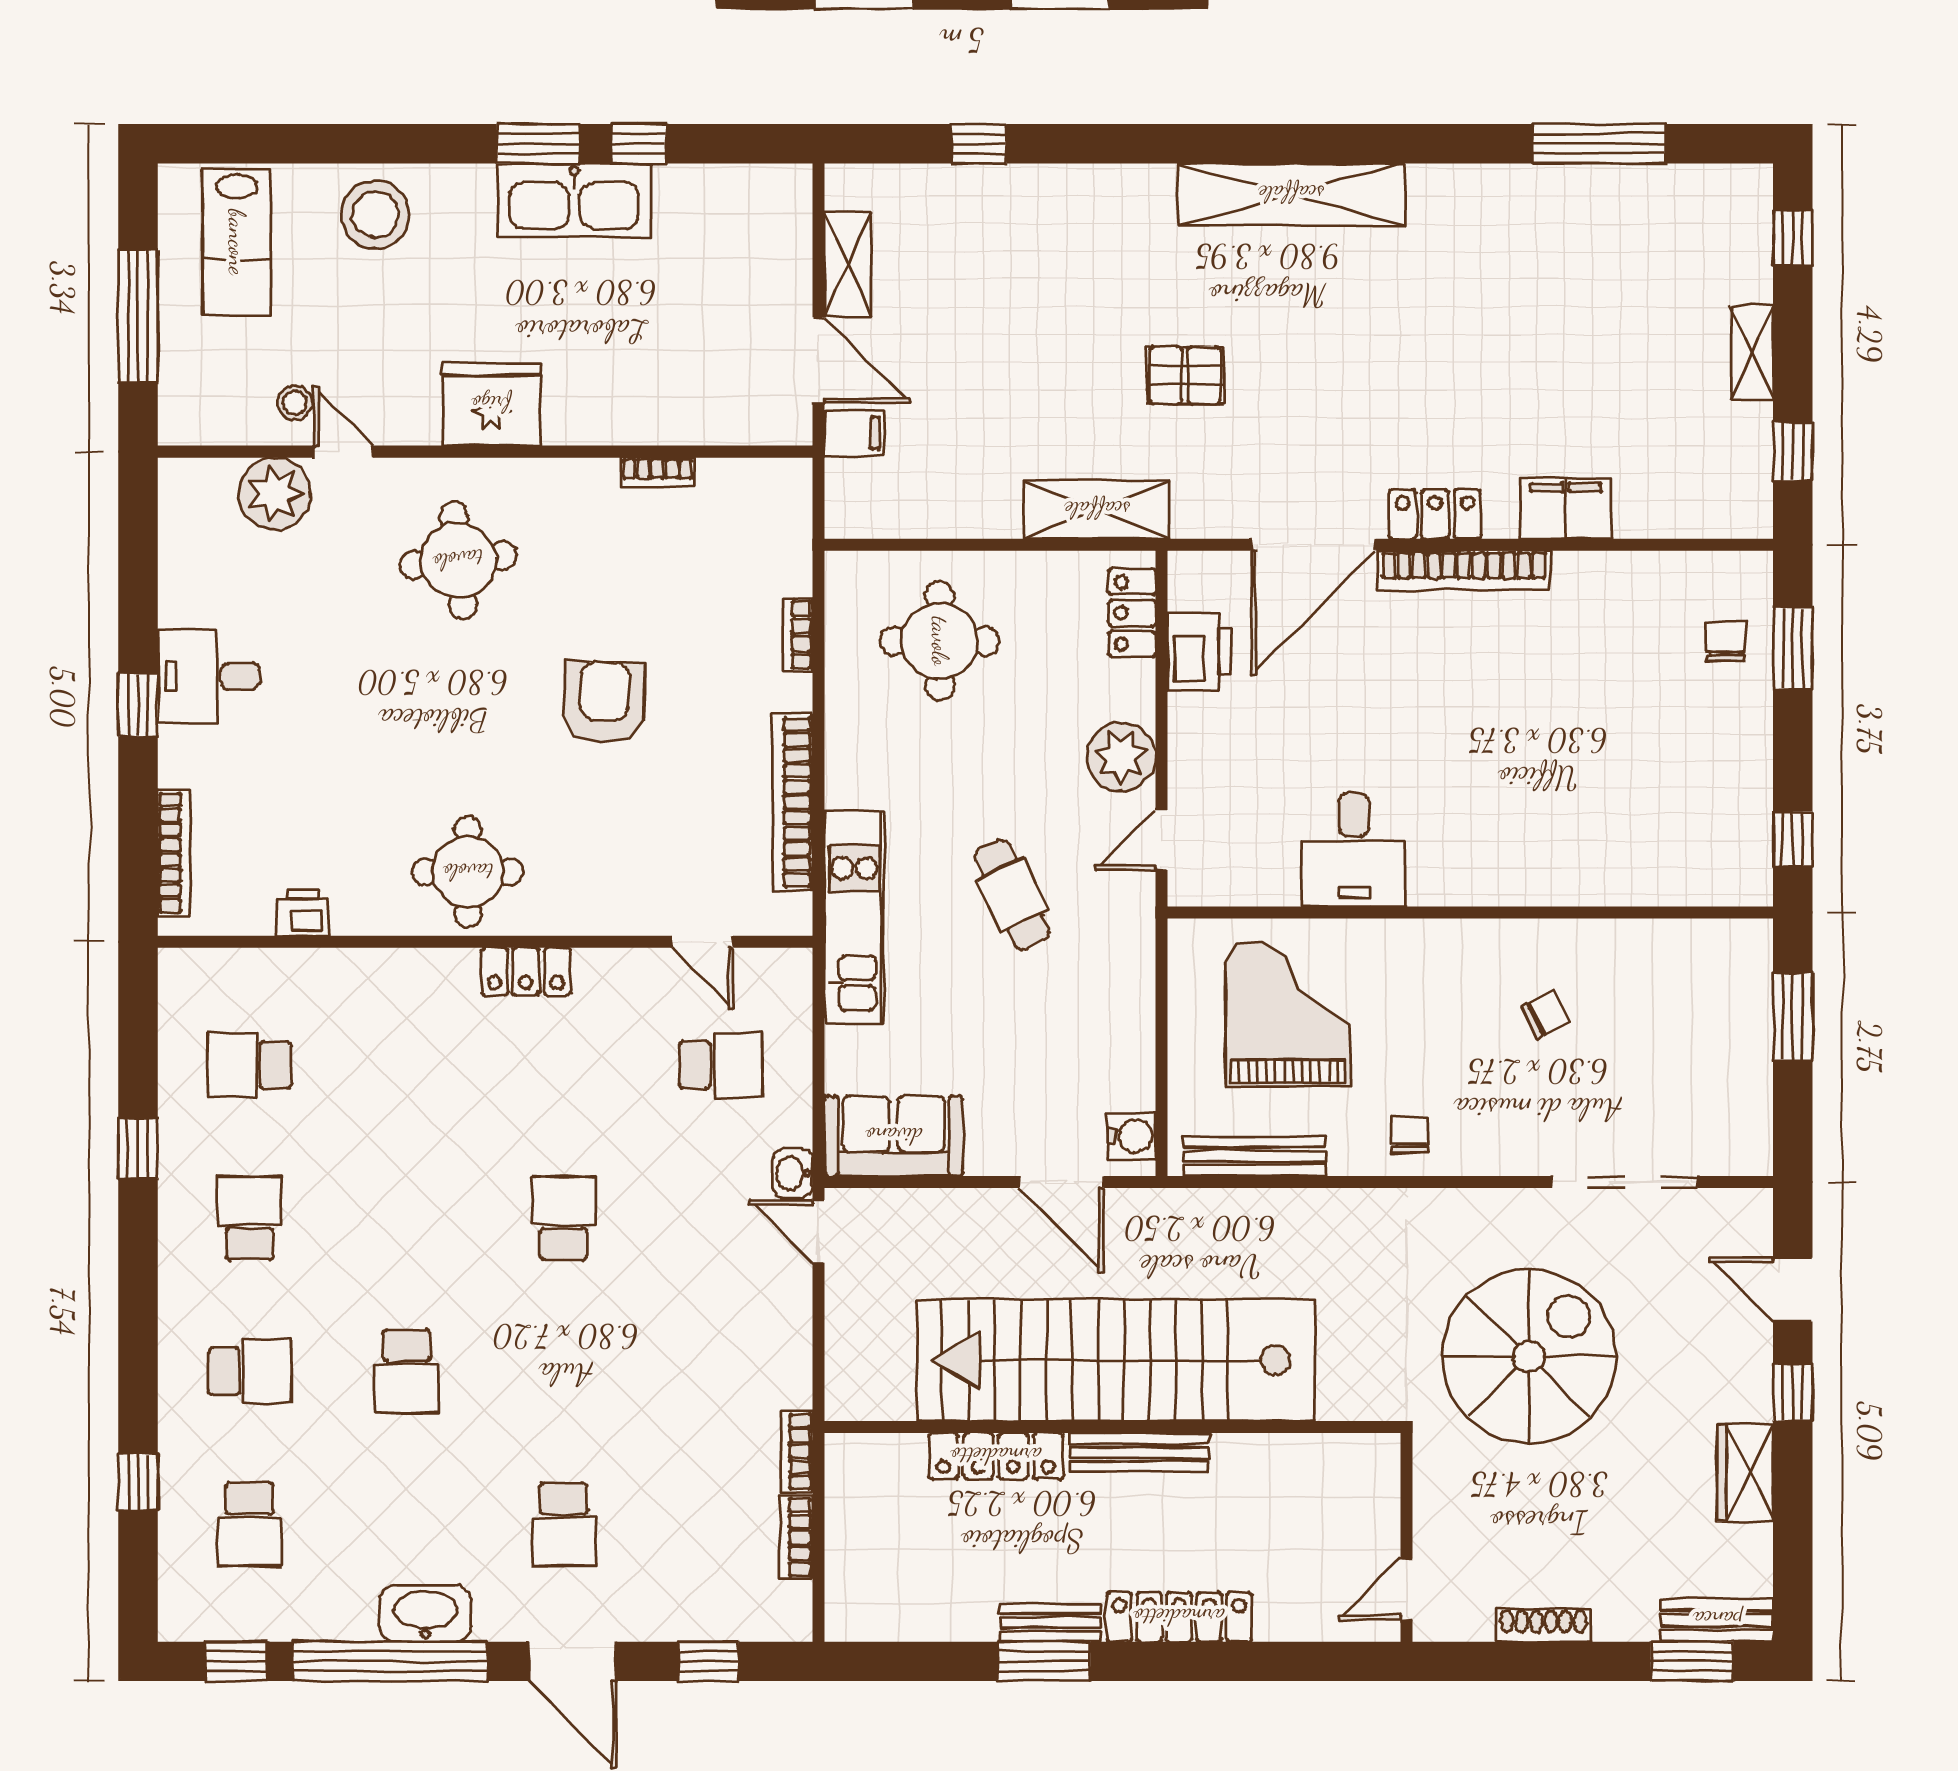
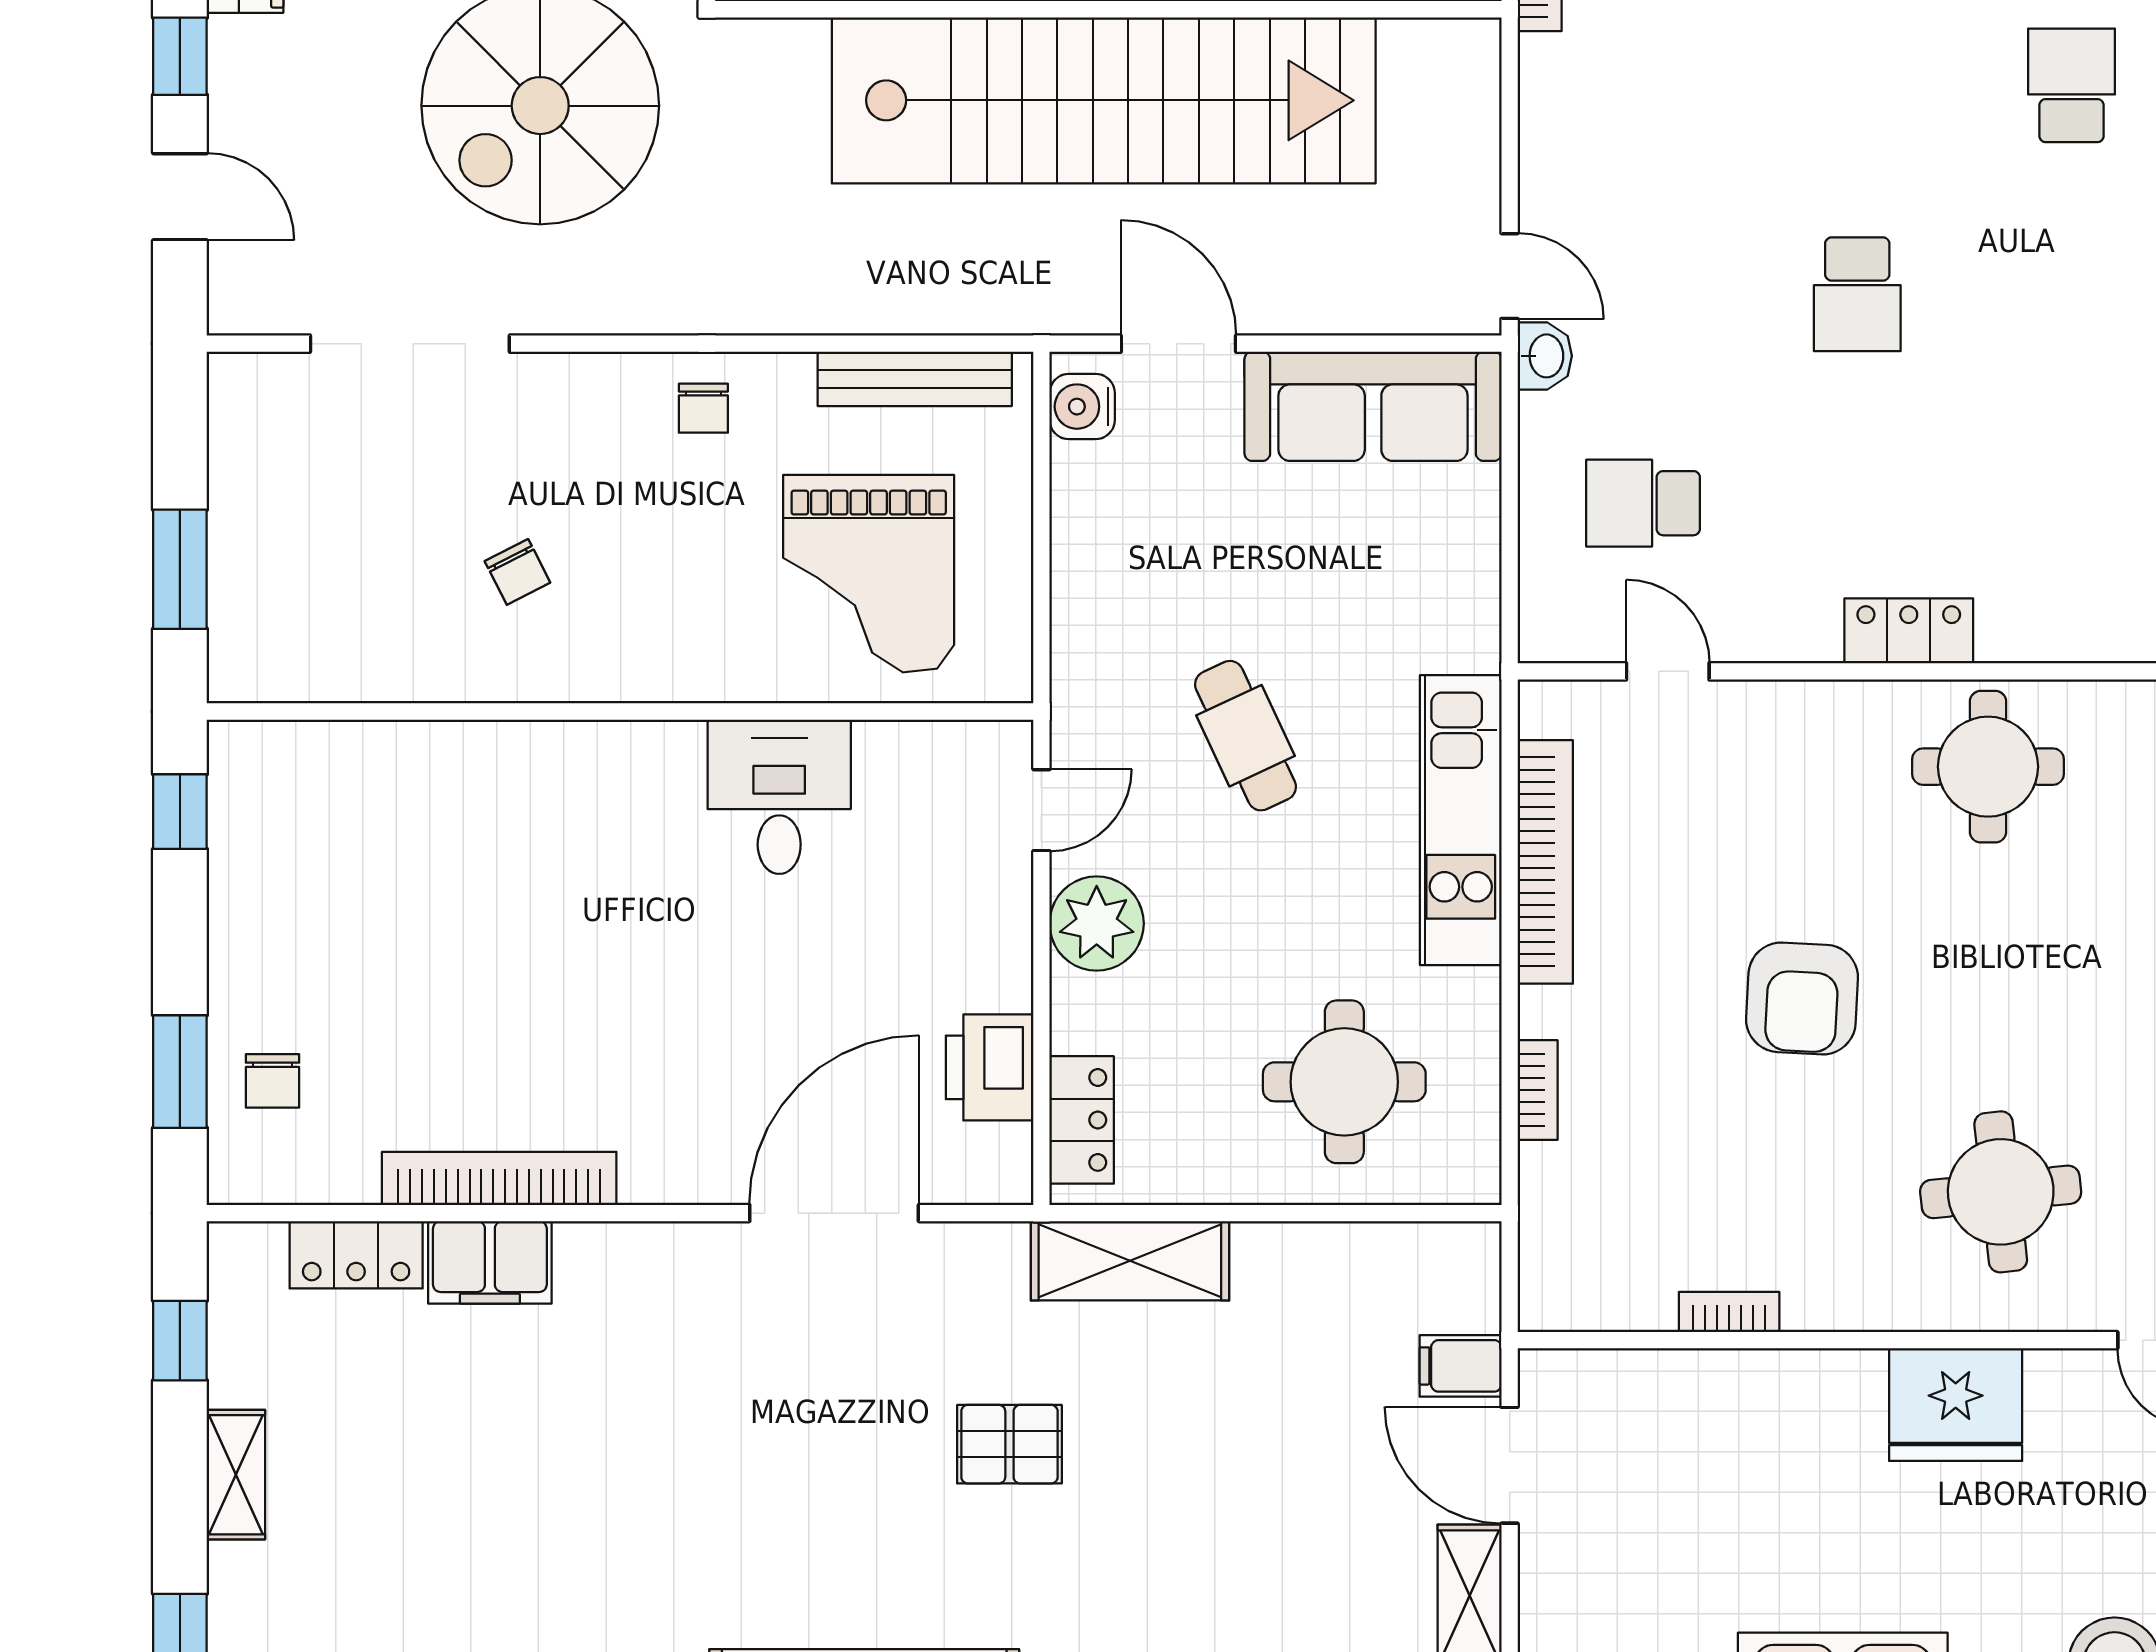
locker: (1435, 514) -> (356, 1255), moved
bookcase: (1464, 570) -> (499, 1178), moved
kitchen unit: (854, 917) -> (1461, 820), moved
chair: (1546, 1015) -> (517, 572), turned -91
sofa: (894, 1136) -> (1373, 406), width x1.36

